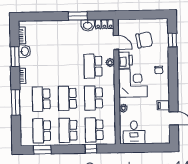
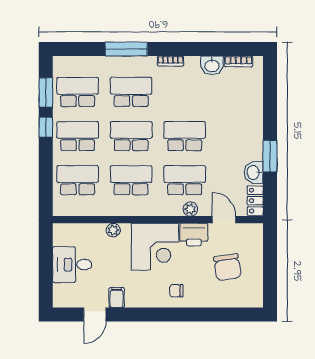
window: (172, 40) -> (226, 314), removed
door: (116, 42) -> (224, 220), swing flipped
window: (15, 57) -> (203, 49), removed
school desk: (67, 67) -> (185, 136), added
desk: (134, 132) -> (72, 265), moved
window: (91, 149) -> (46, 127), moved

